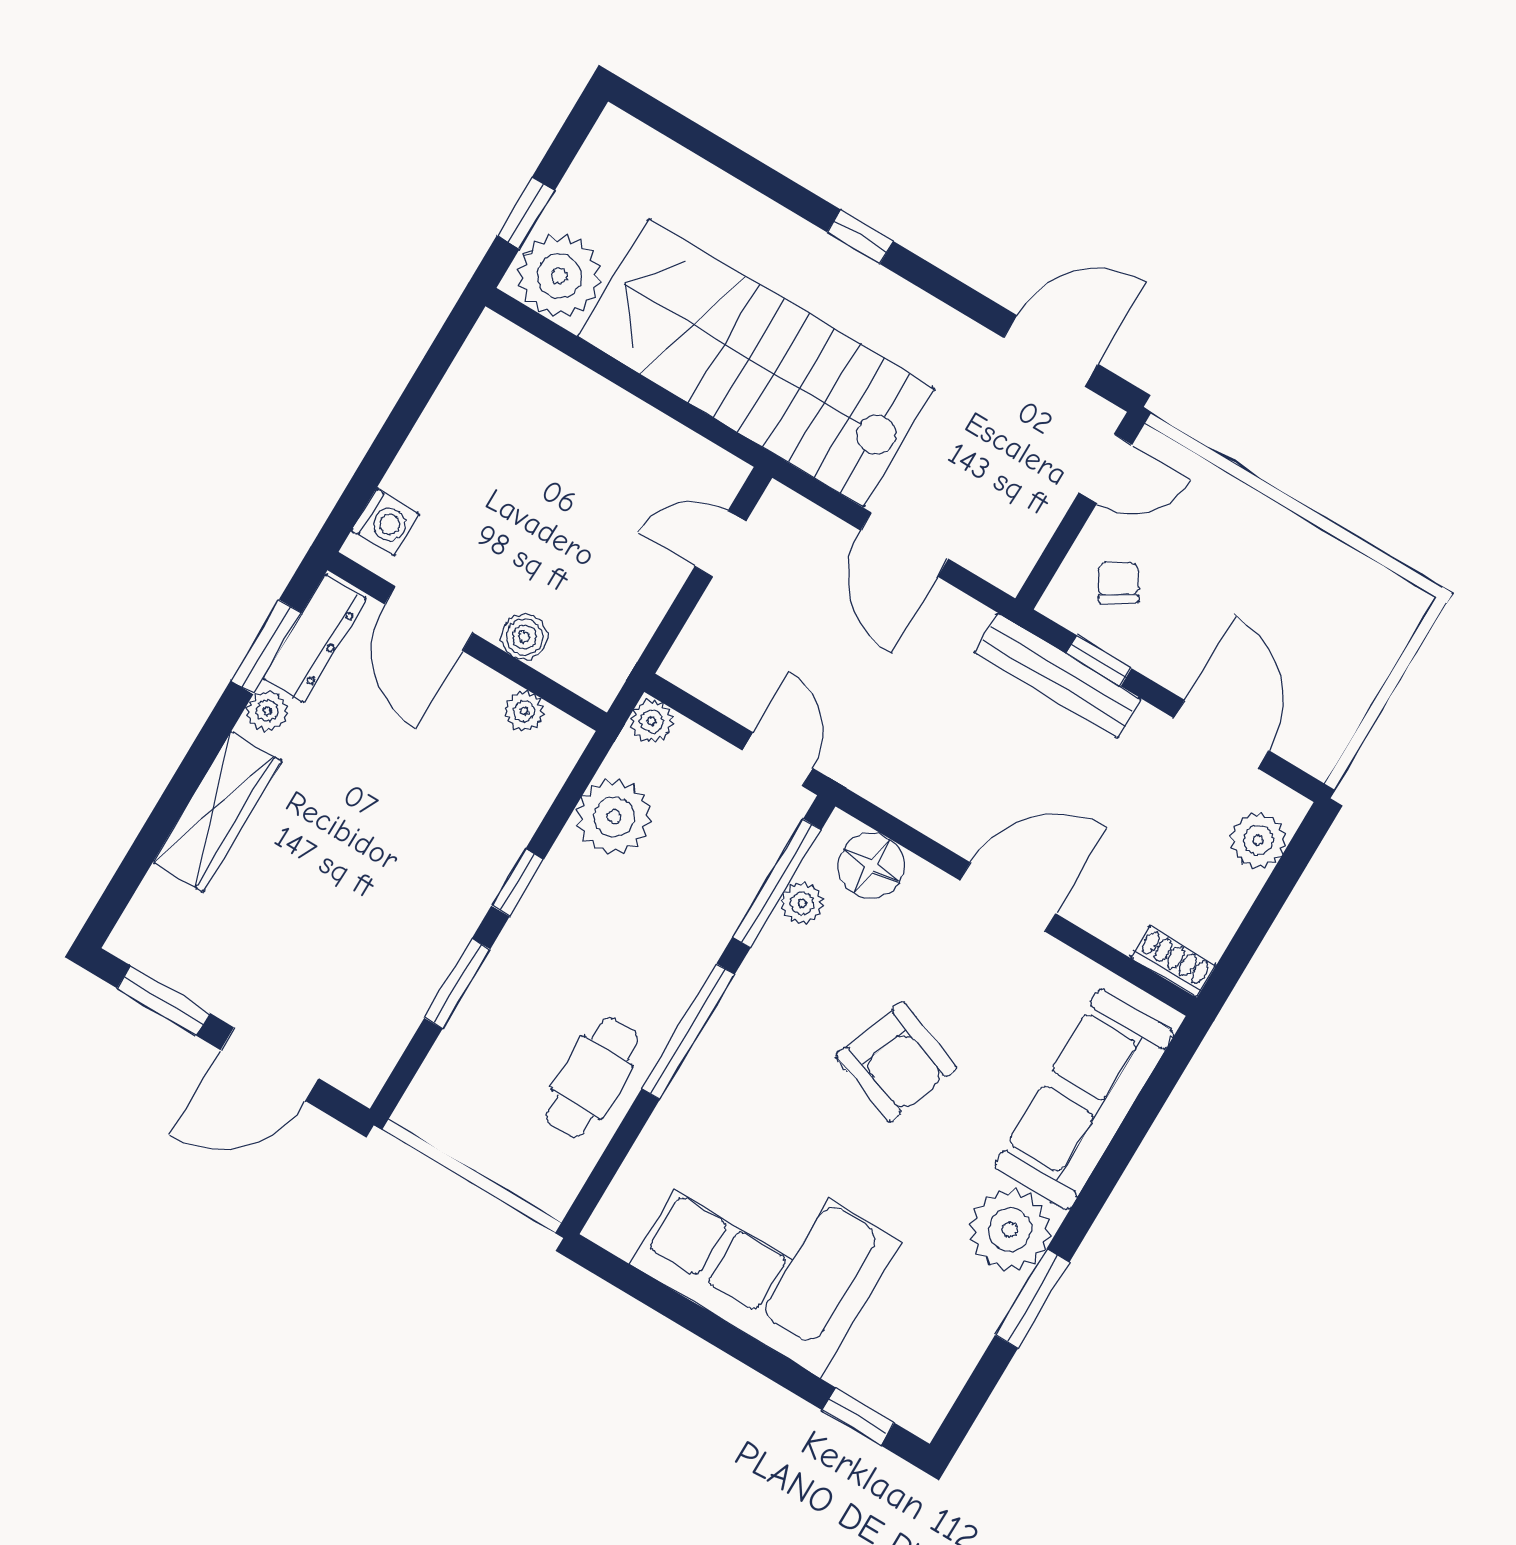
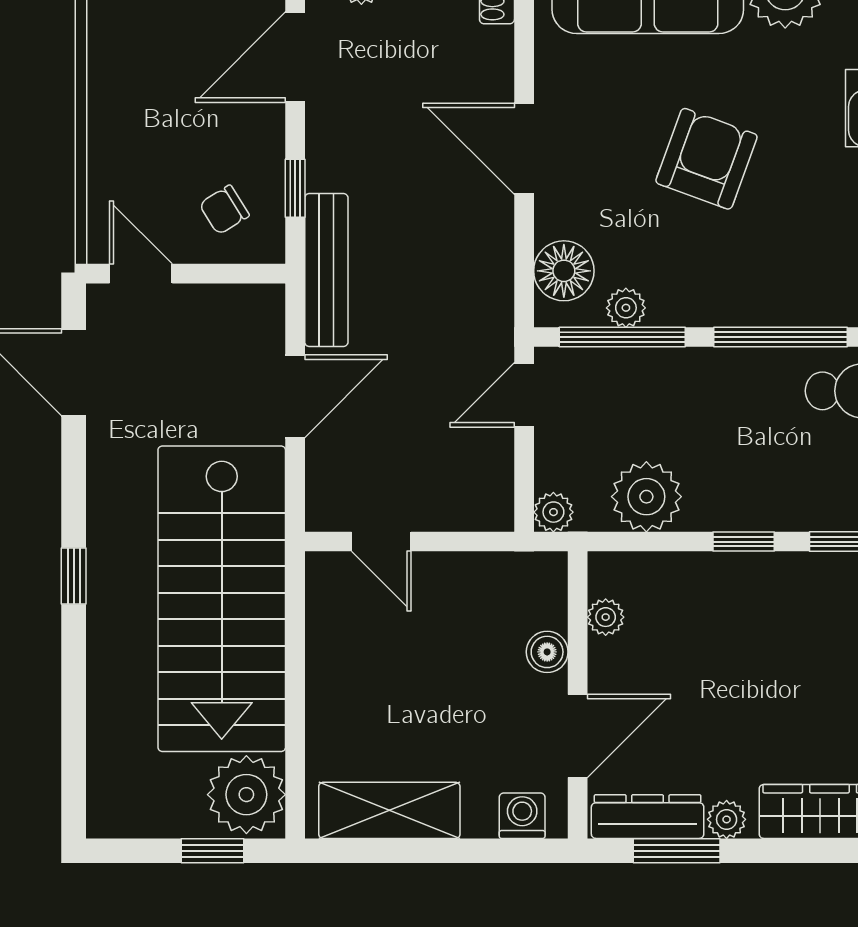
shelving: (465, 401) -> (389, 810), added
bench: (1057, 676) -> (326, 270), moved

